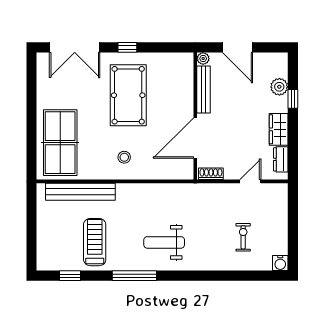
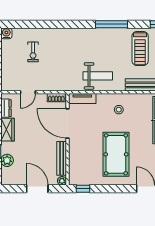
window: (127, 47) -> (83, 189), moved
door: (195, 138) -> (68, 123), swing flipped
tv unit: (175, 173) -> (82, 99), added
weight bench: (164, 242) -> (98, 76), moved

